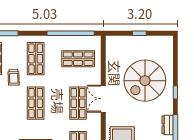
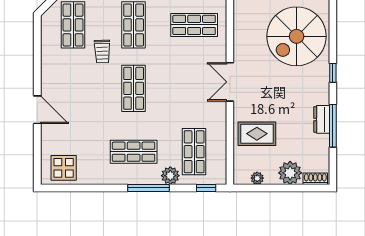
spiral stairs: (145, 81) -> (297, 36), moved
shop shelf: (78, 103) -> (194, 88), removed

